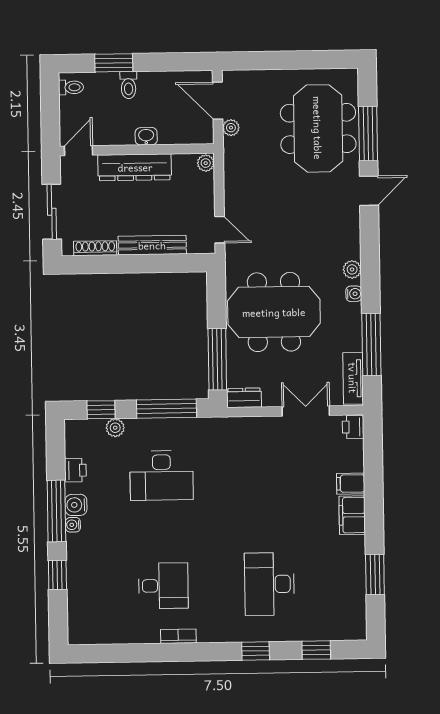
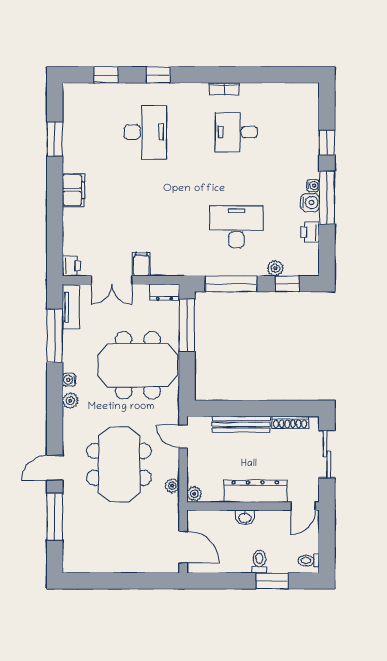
plant: (231, 128) -> (172, 486), moved
meeting table: (318, 128) -> (119, 464), moved
filing cabinet: (351, 484) -> (141, 264), moved, turned -90

